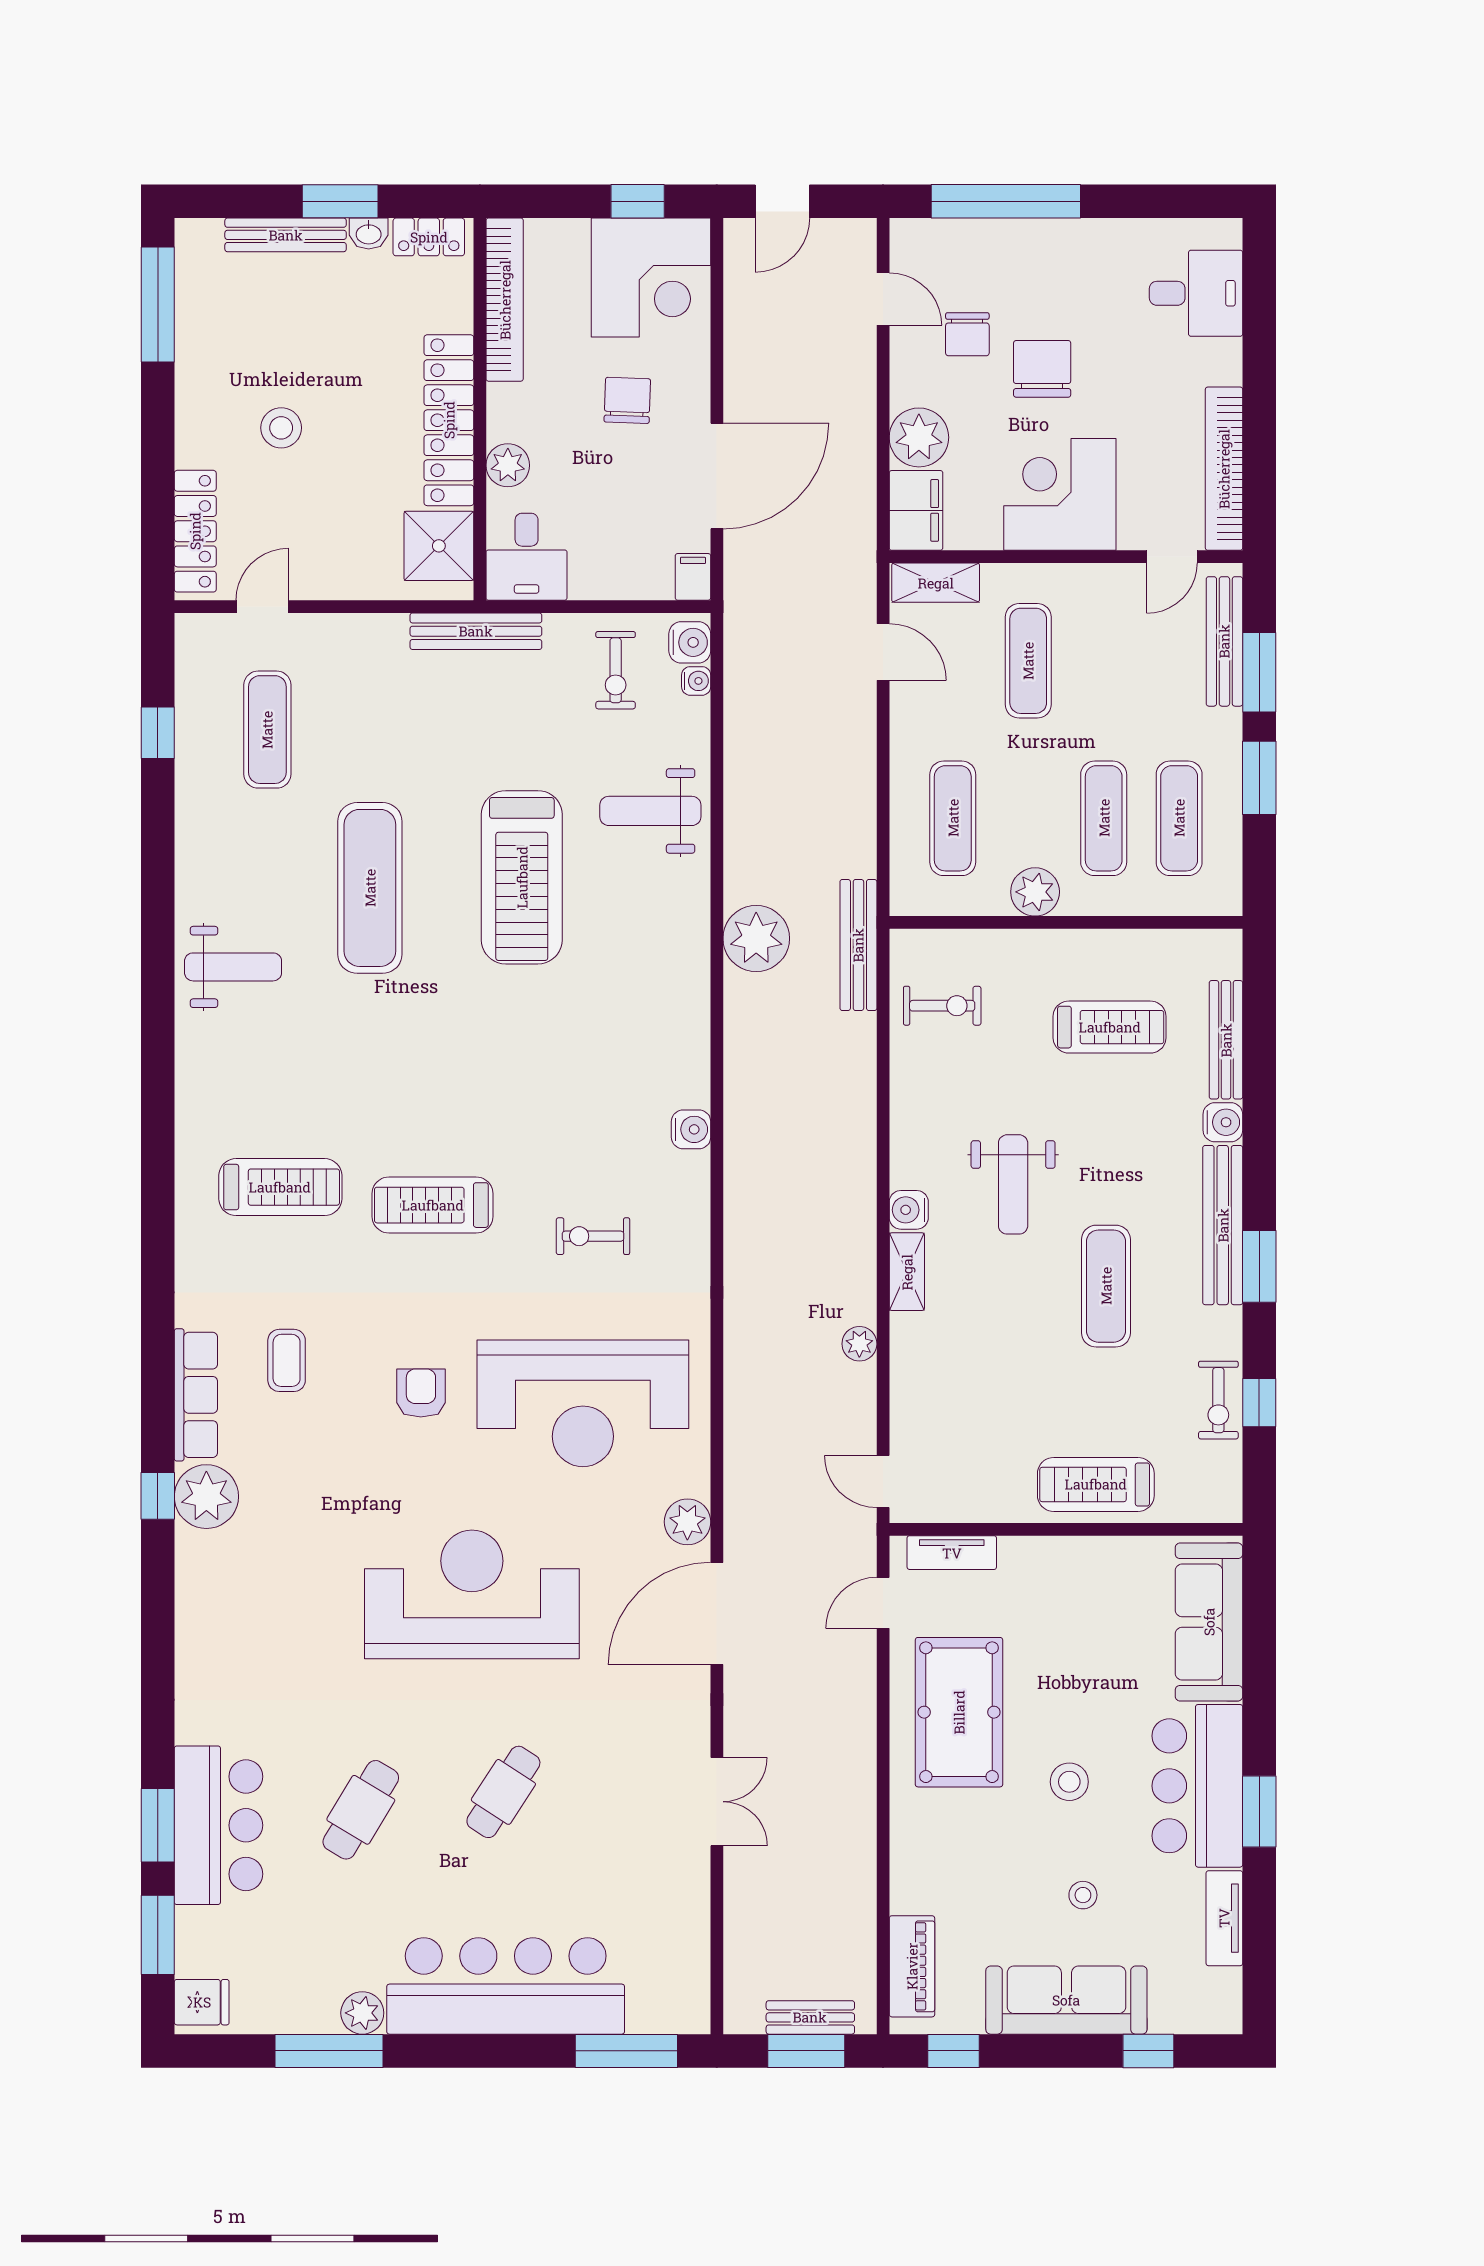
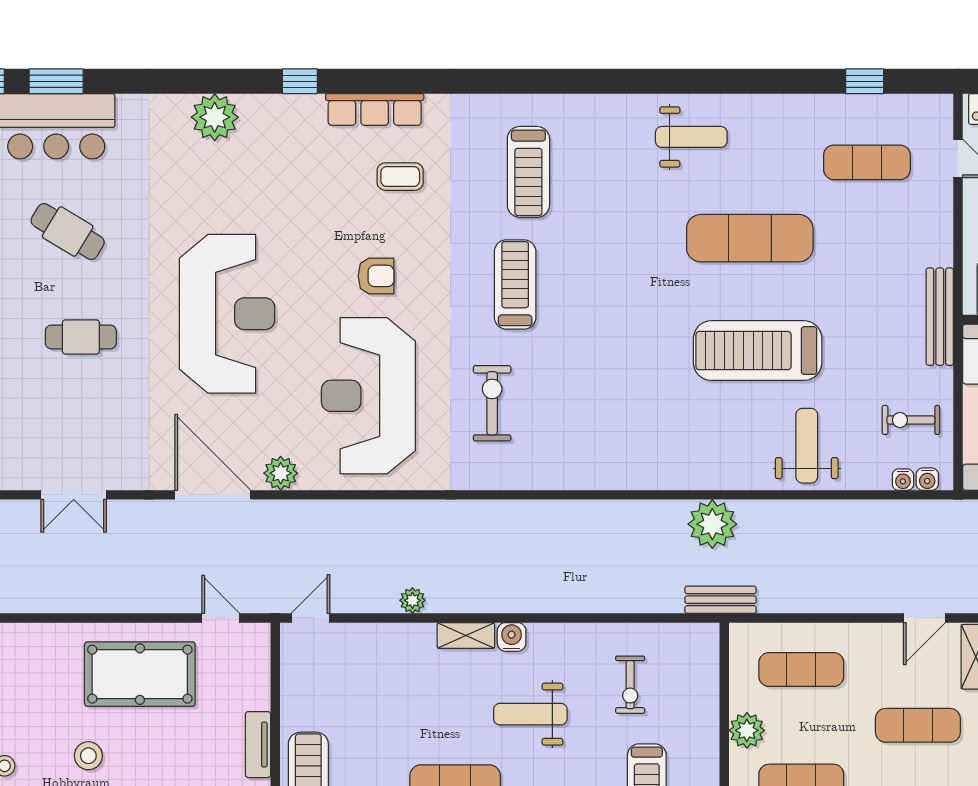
water cooler: (690, 642) -> (927, 479), width x0.72, depth x0.72
bench: (858, 945) -> (721, 600), width x0.73
weight bench: (233, 967) -> (691, 137), turned -90
exercise bike: (942, 1006) -> (630, 685), moved
water cooler: (691, 1129) -> (571, 476), removed
exercise bike: (593, 1236) -> (492, 403), width x1.38, depth x1.39
plant: (206, 1497) -> (215, 117), moved
tv unit: (952, 1553) -> (258, 745), moved
cafe table: (503, 1792) -> (81, 337), turned -33

